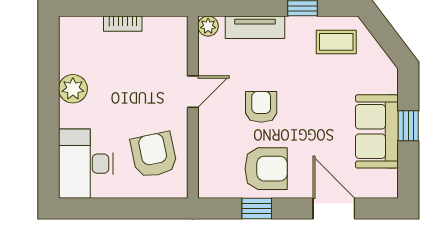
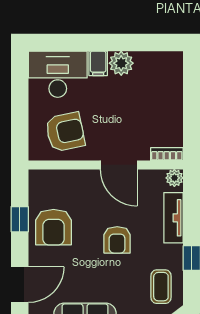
bookcase: (123, 24) -> (167, 154), moved, turned 90
door: (193, 92) -> (119, 165), width x1.38
armchair: (261, 107) -> (117, 240), moved, turned 90
filing cabinet: (73, 116) -> (98, 63), added

